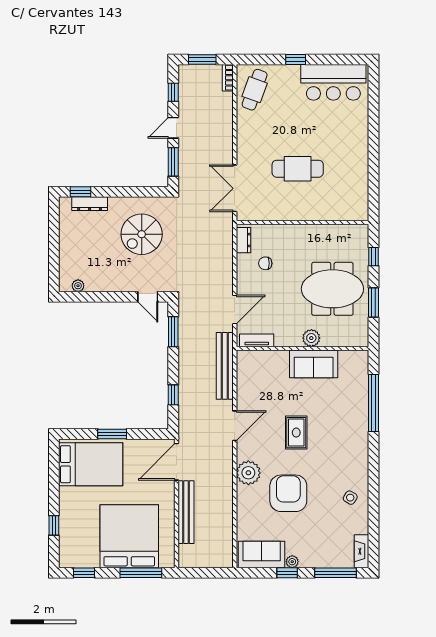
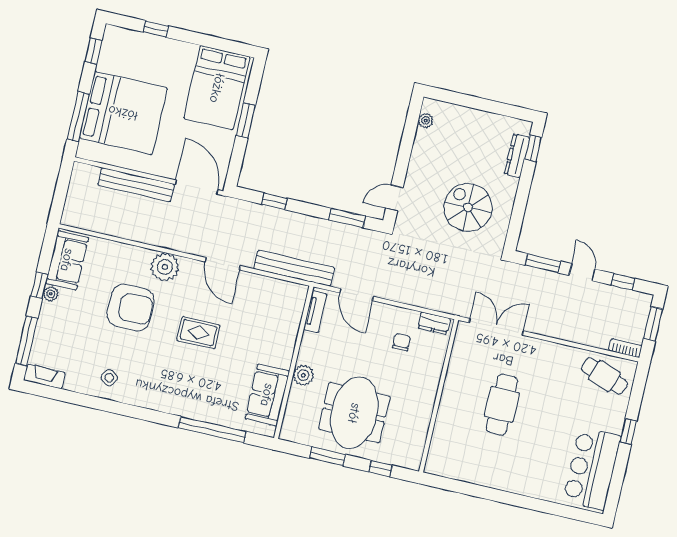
sofa: (314, 364) -> (267, 395), moved

